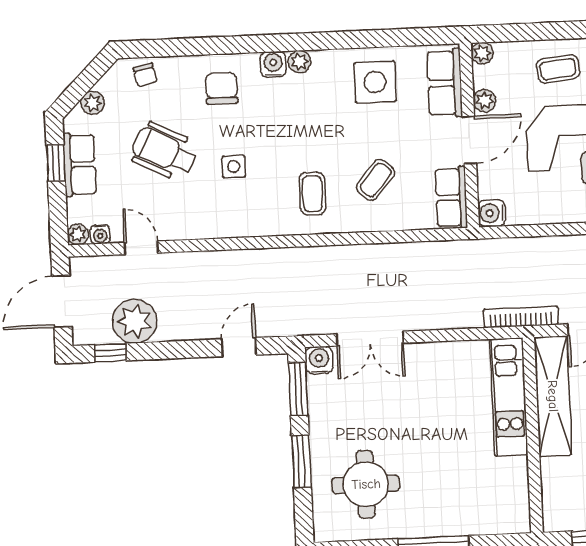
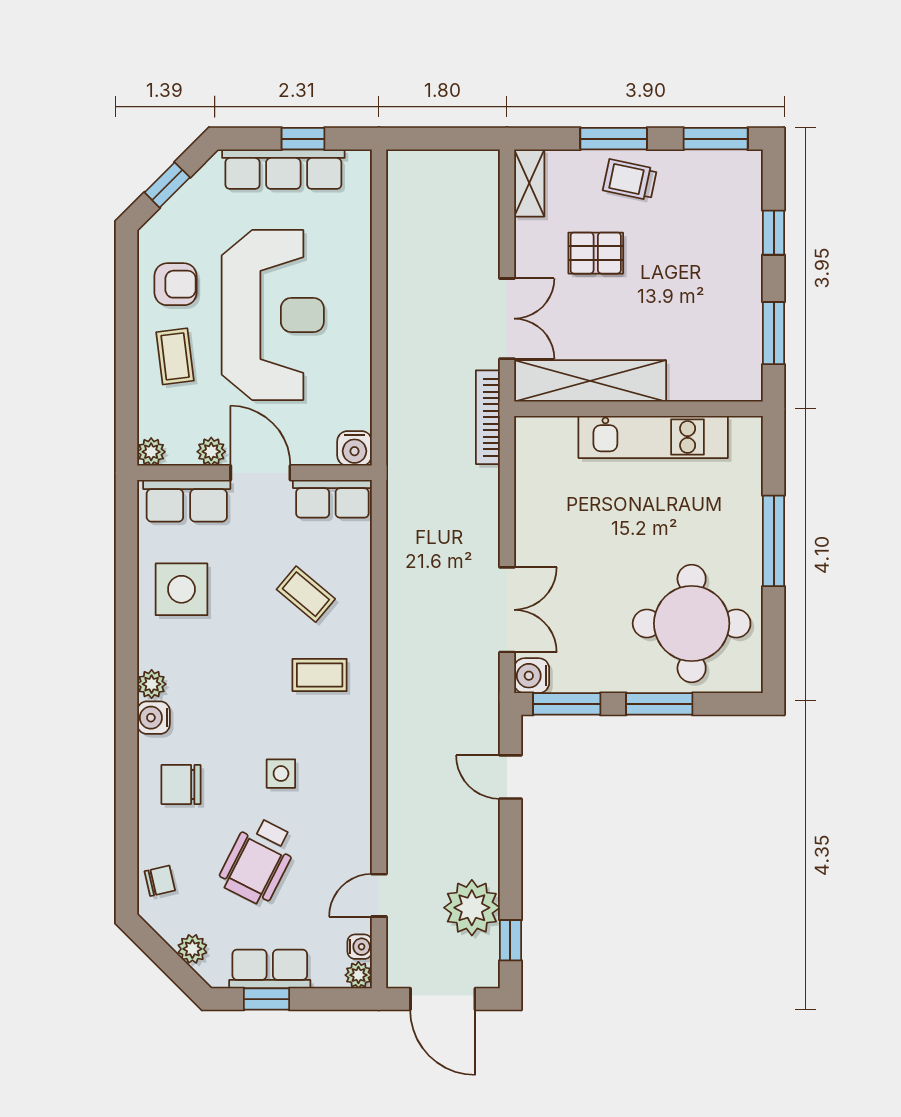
kitchen unit: (509, 397) -> (653, 437), moved
round table: (366, 484) -> (692, 623), width x1.36, depth x1.36

